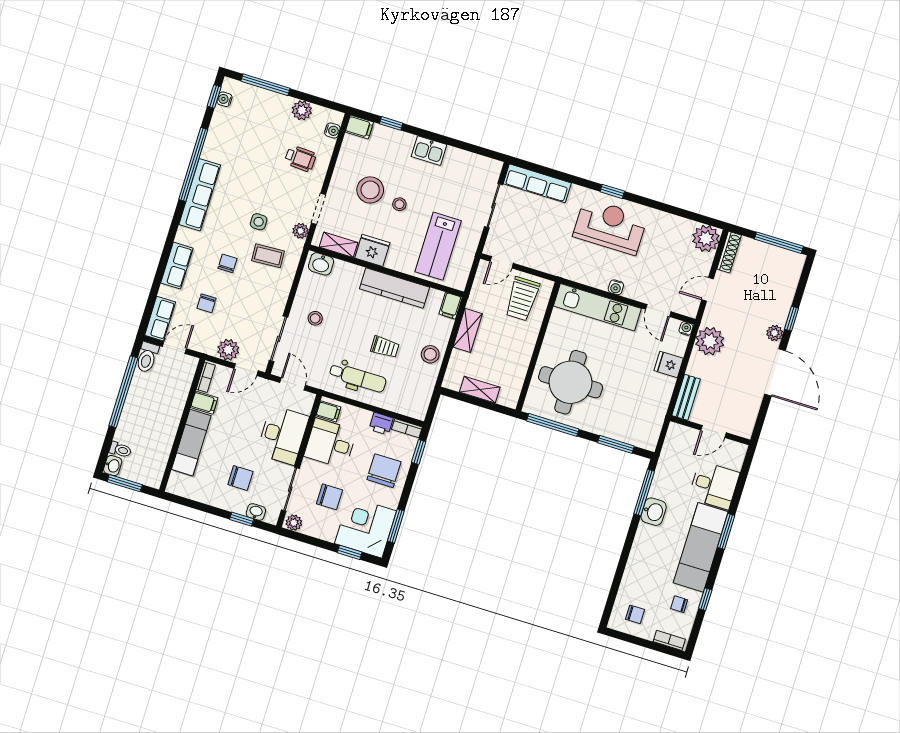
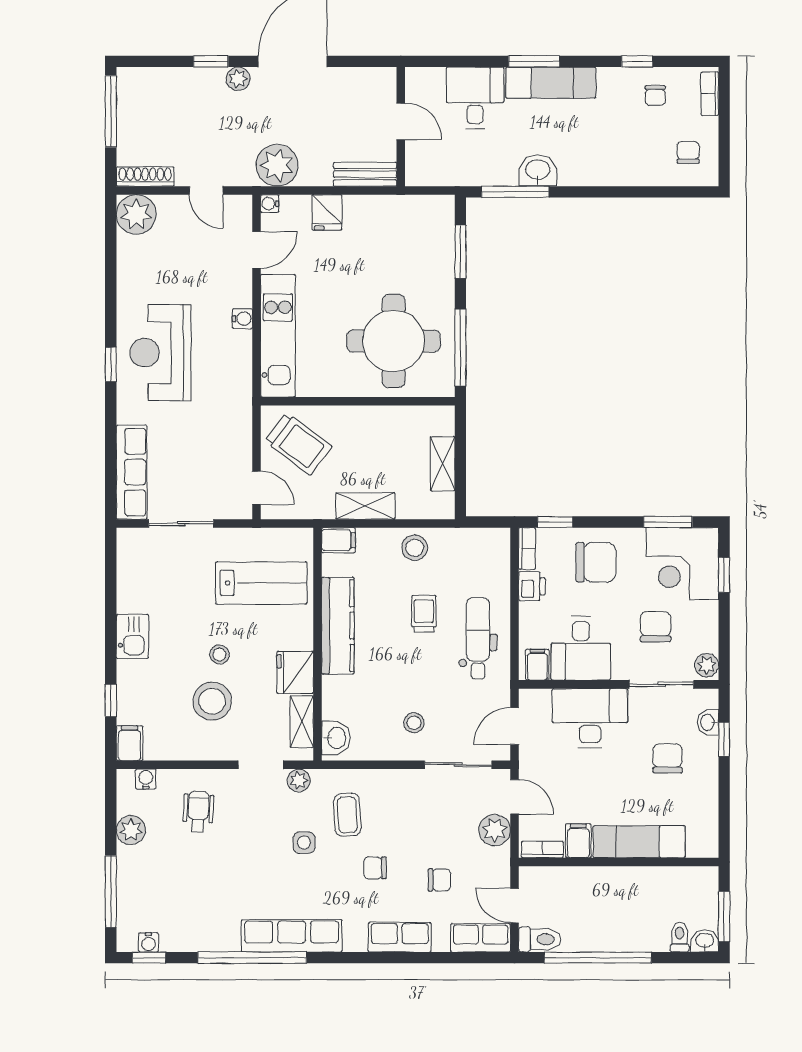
trolley: (522, 299) -> (298, 444), turned 37
chair: (384, 471) -> (596, 562), turned 180
exam couch: (701, 547) -> (551, 83), width x0.73, depth x0.69

